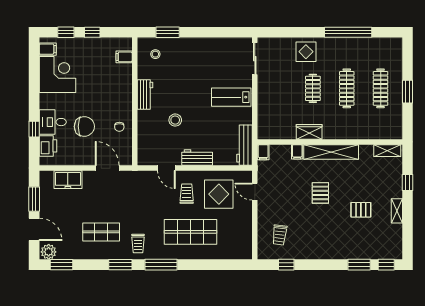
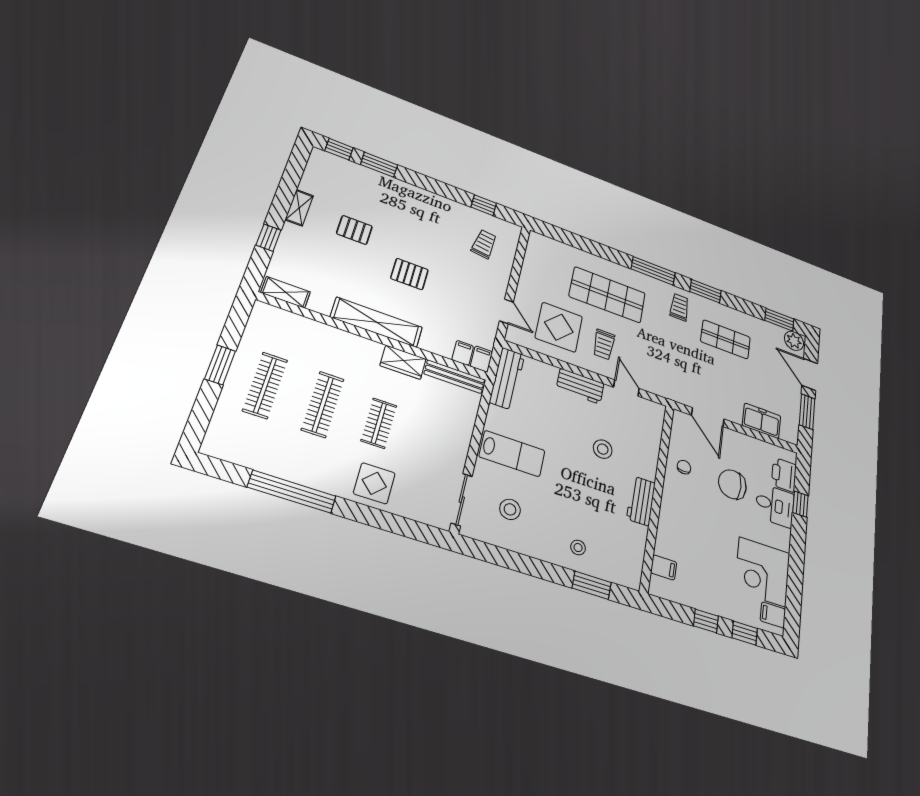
stool: (155, 54) -> (578, 548), moved
stool: (225, 62) -> (510, 509), added
bench: (277, 134) -> (454, 377), added
filing cabinet: (297, 152) -> (463, 353), moved
pallet: (320, 193) -> (409, 274), turned 90

